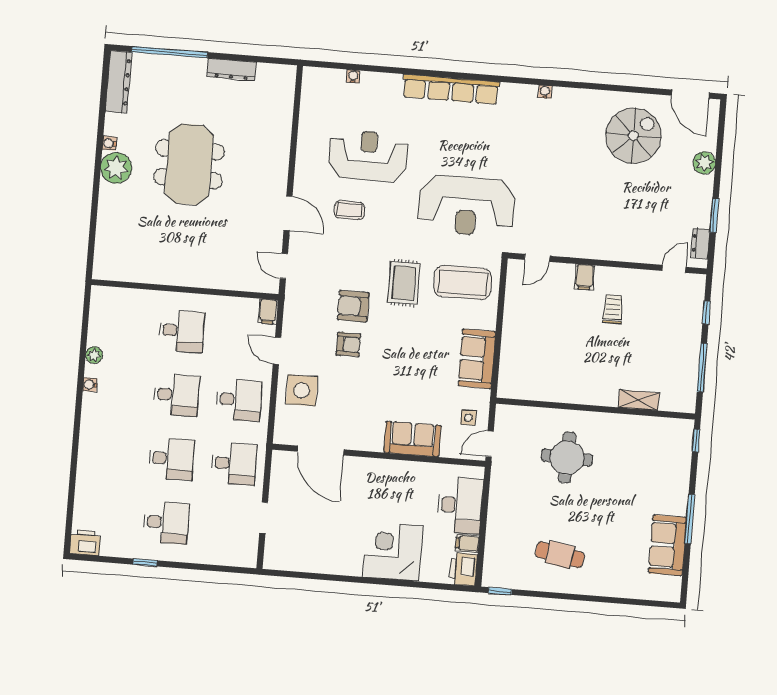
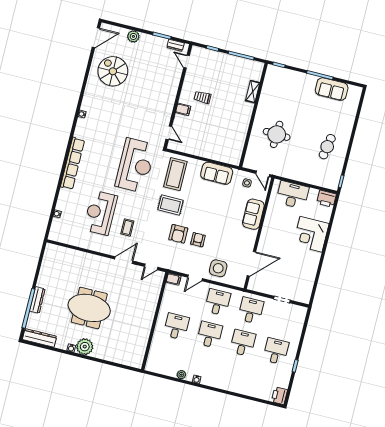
dresser: (232, 69) -> (37, 300), moved
filing cabinet: (467, 543) -> (313, 194), removed

